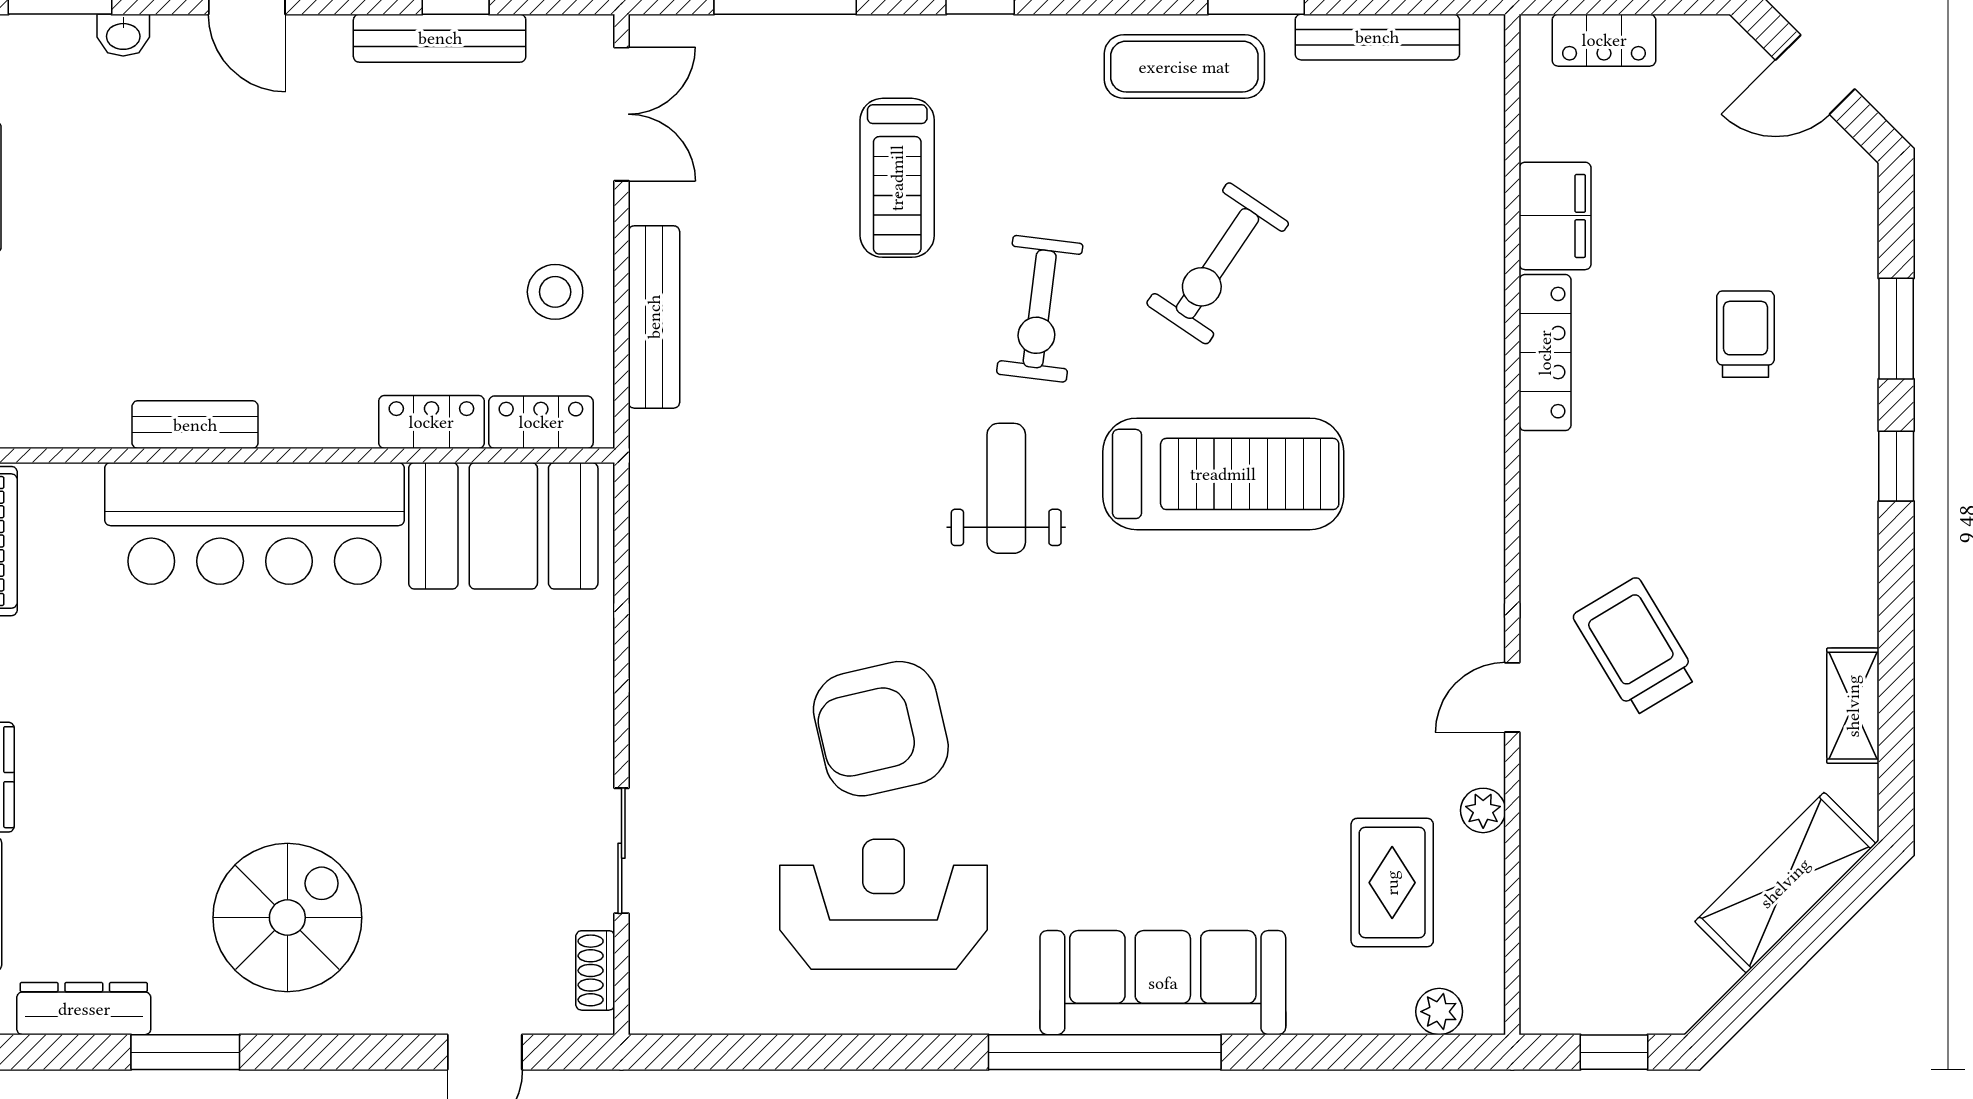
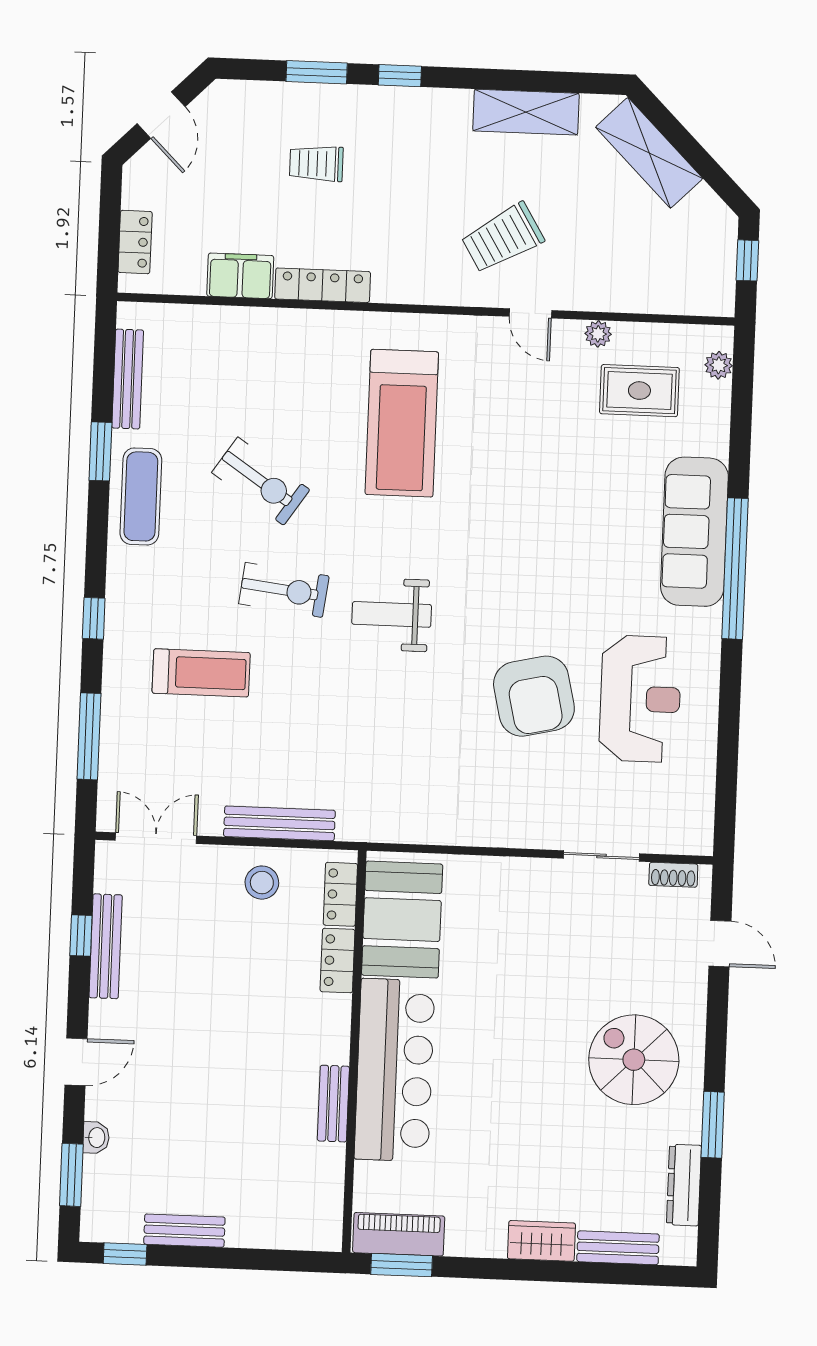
treadmill: (1223, 474) -> (402, 423), moved, turned 180
shelving: (1853, 706) -> (526, 112), width x1.50, depth x1.33
reception desk: (884, 904) -> (640, 699), turned 180

